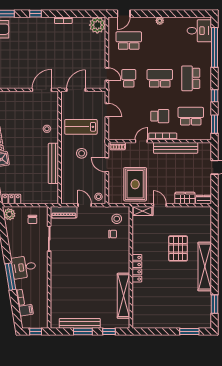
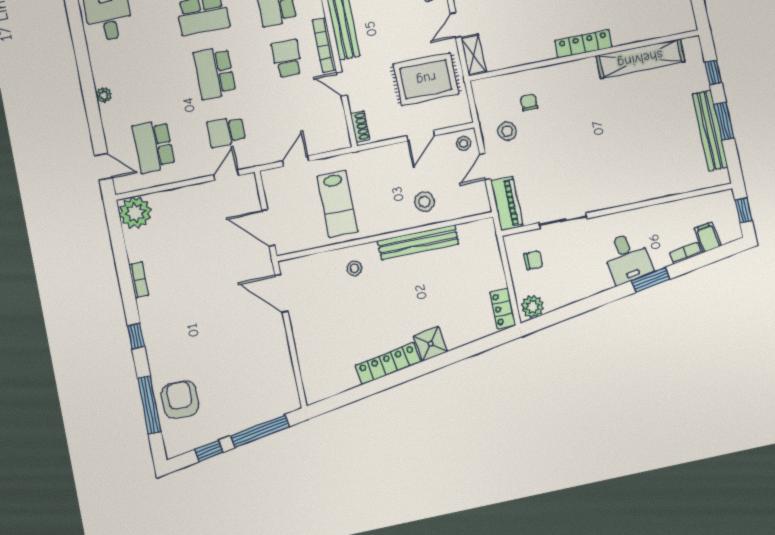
stool: (82, 153) -> (424, 202), moved
door: (107, 165) -> (421, 136), moved
stool: (117, 219) -> (507, 131), moved
window: (10, 277) -> (651, 280), width x0.69

